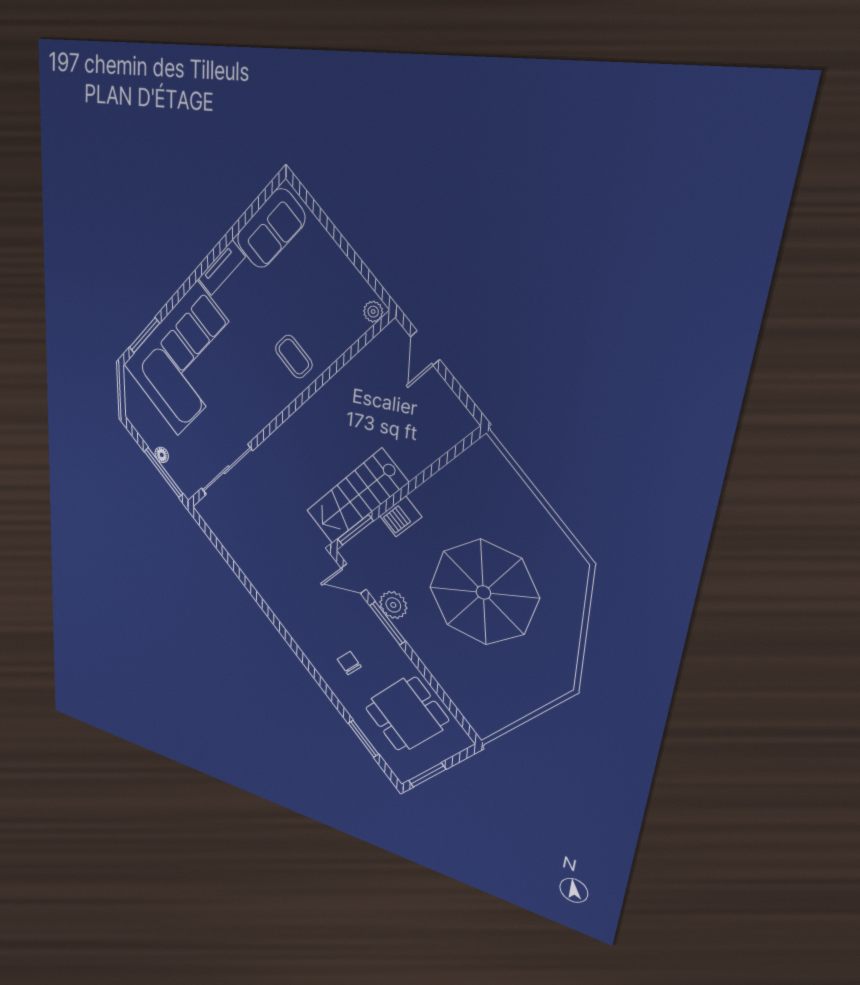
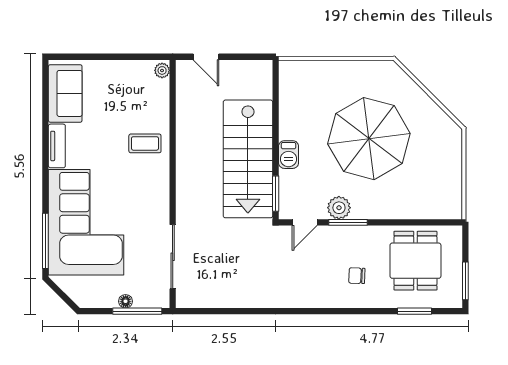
window: (144, 335) -> (45, 241), width x1.44
stairs: (356, 497) -> (248, 159), width x1.36, depth x1.51

